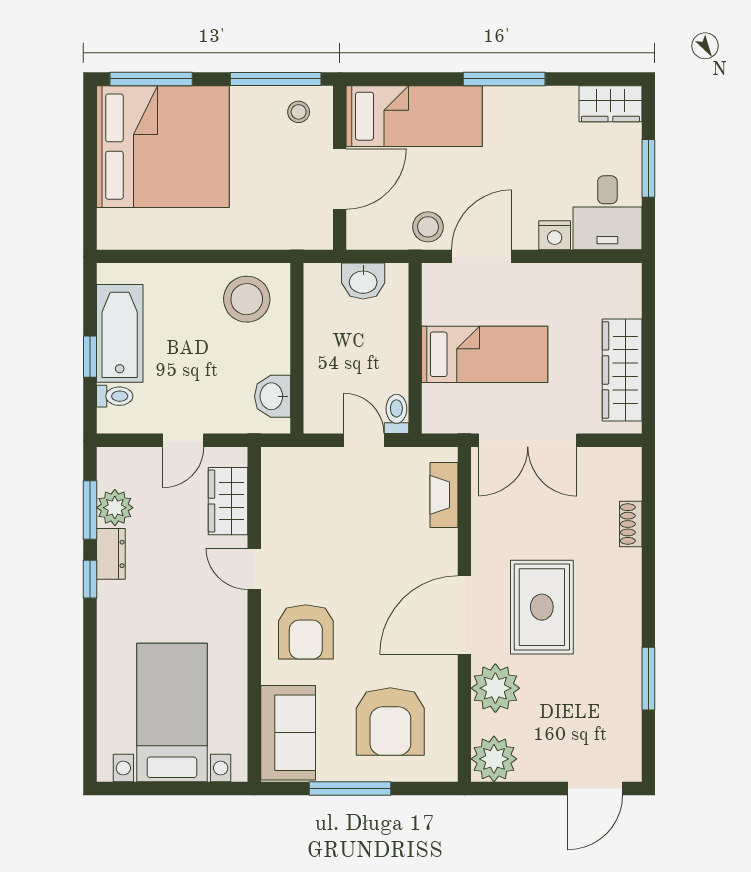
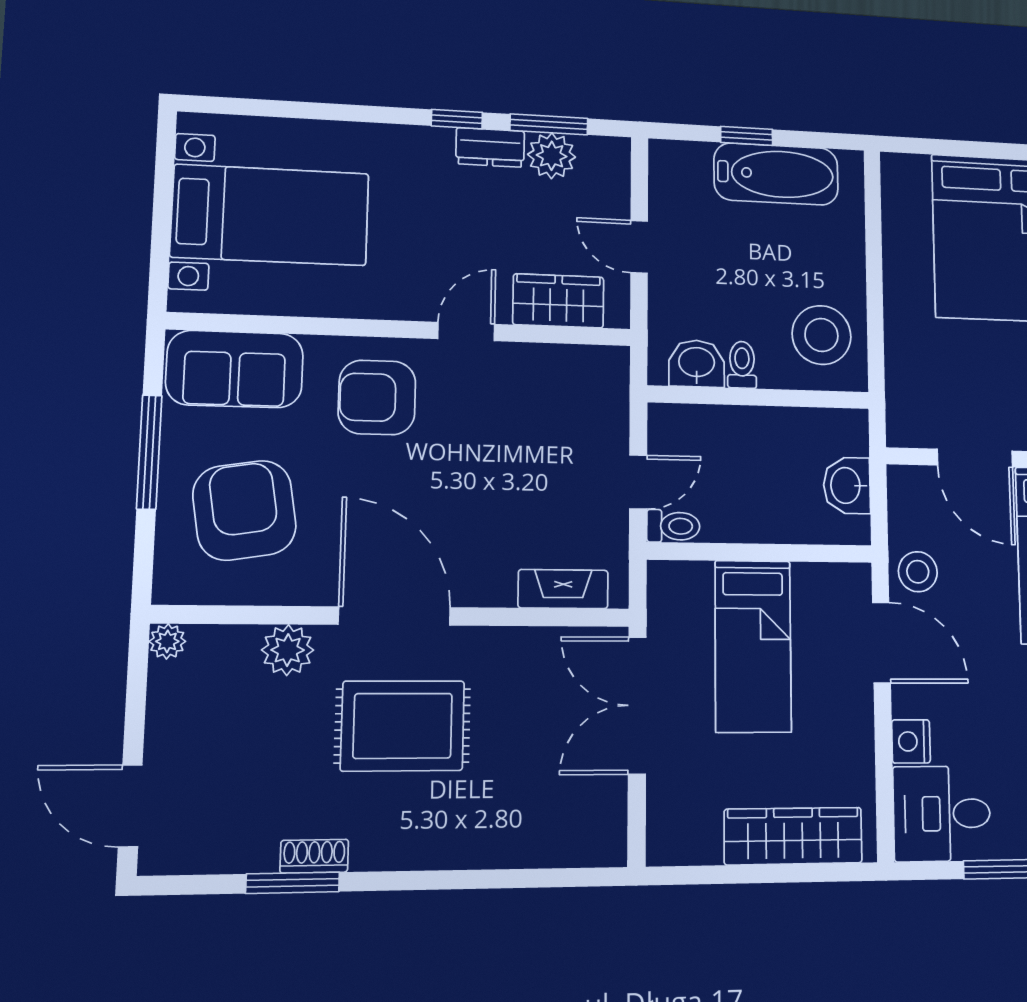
wardrobe: (622, 370) -> (793, 836), moved
toilet: (115, 396) -> (742, 365), moved, turned 180
shoe rack: (631, 524) -> (314, 856), moved
plant: (495, 688) -> (288, 650), width x0.73, depth x0.73
armchair: (390, 722) -> (244, 510), turned 81
plant: (494, 759) -> (167, 641), width x0.53, depth x0.53

